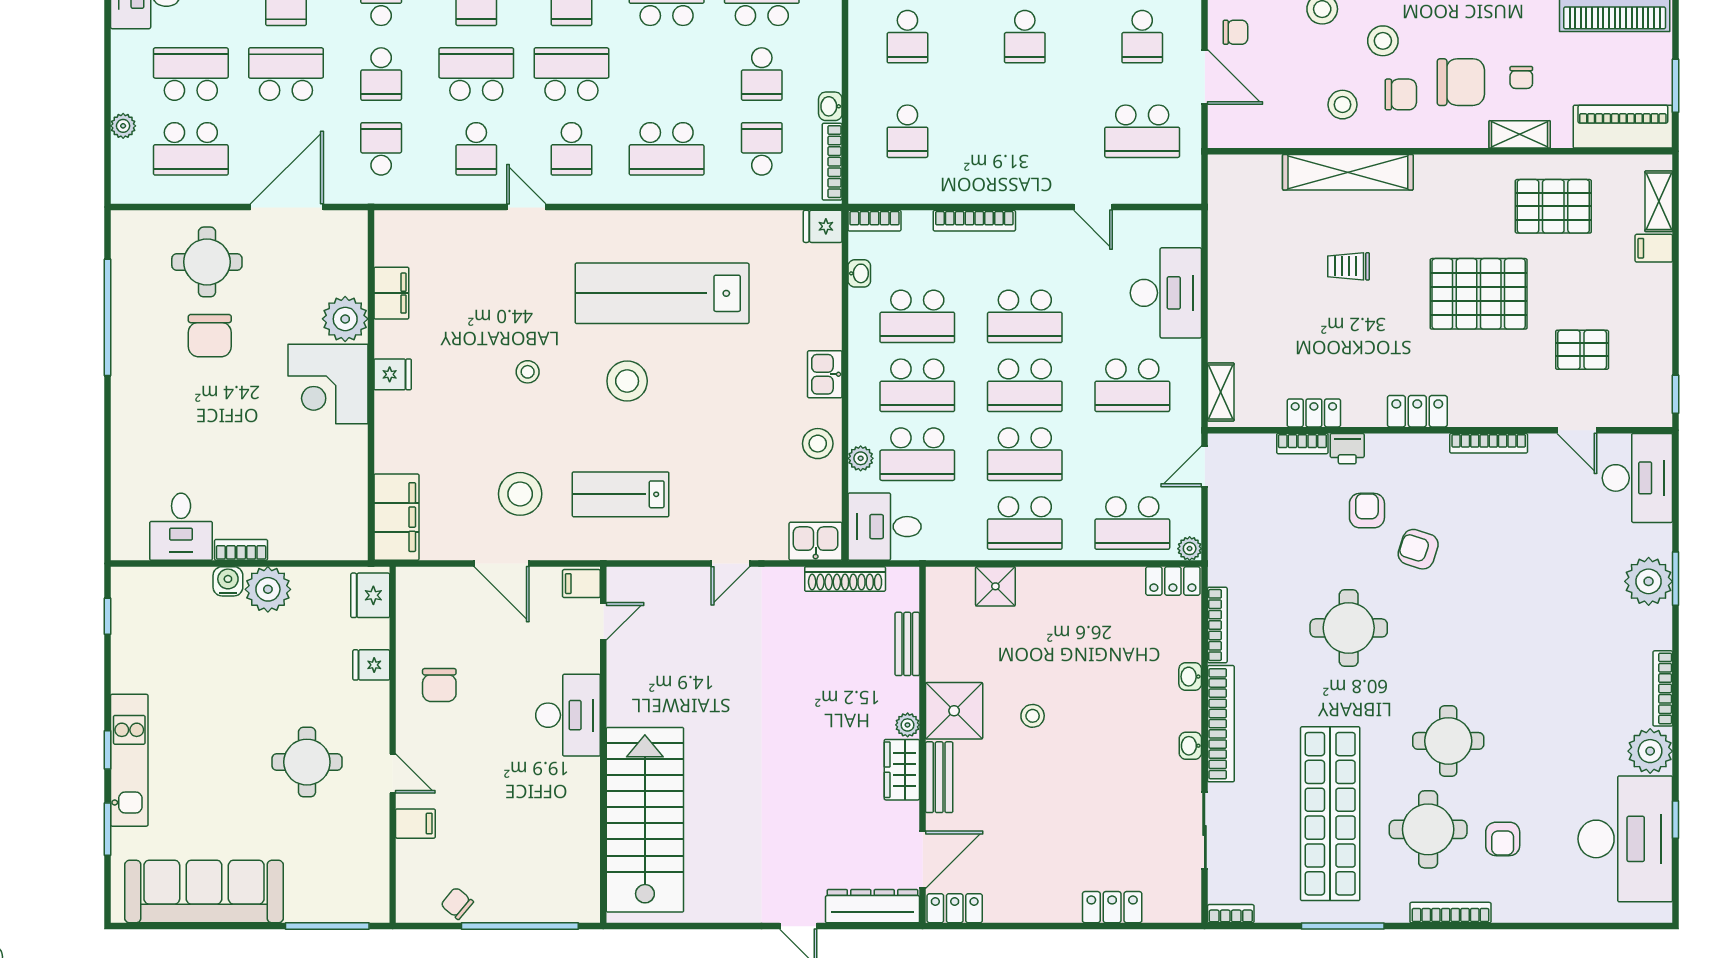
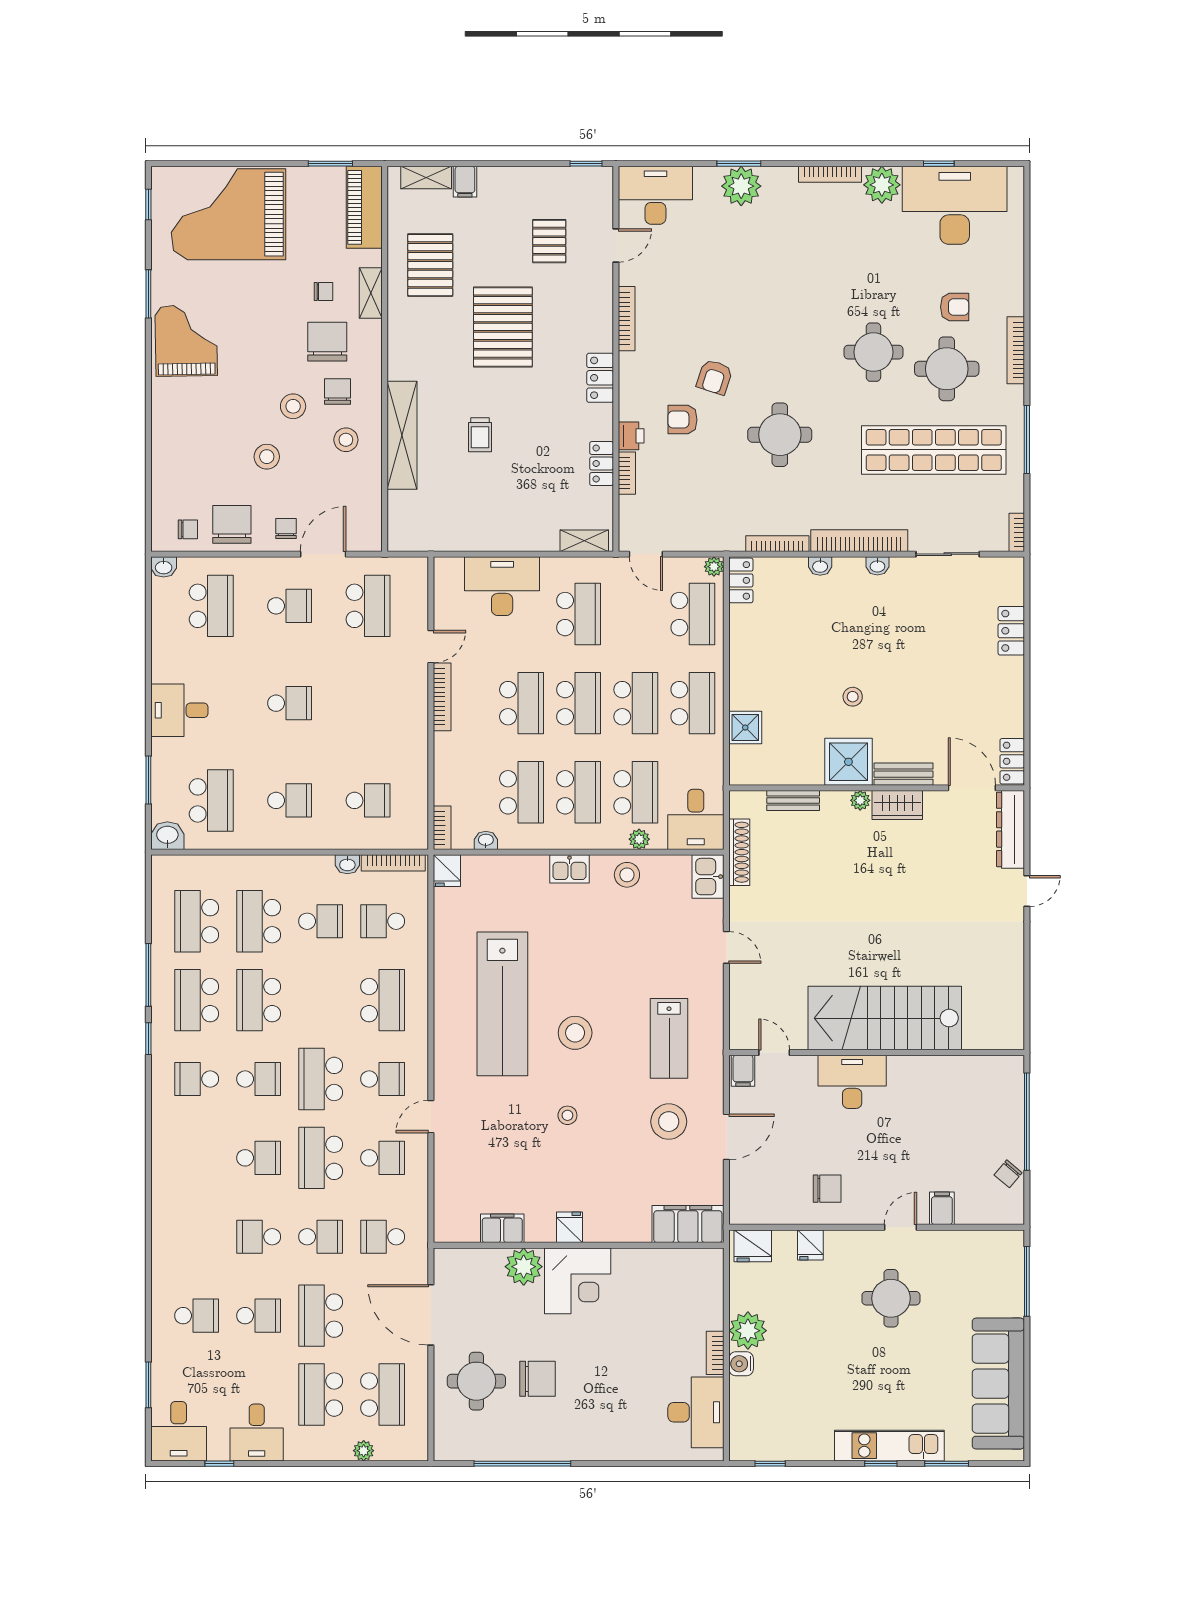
bookcase: (974, 221) -> (442, 697), moved
desk: (181, 527) -> (696, 1412), width x1.37
stairs: (645, 820) -> (885, 1018), moved

